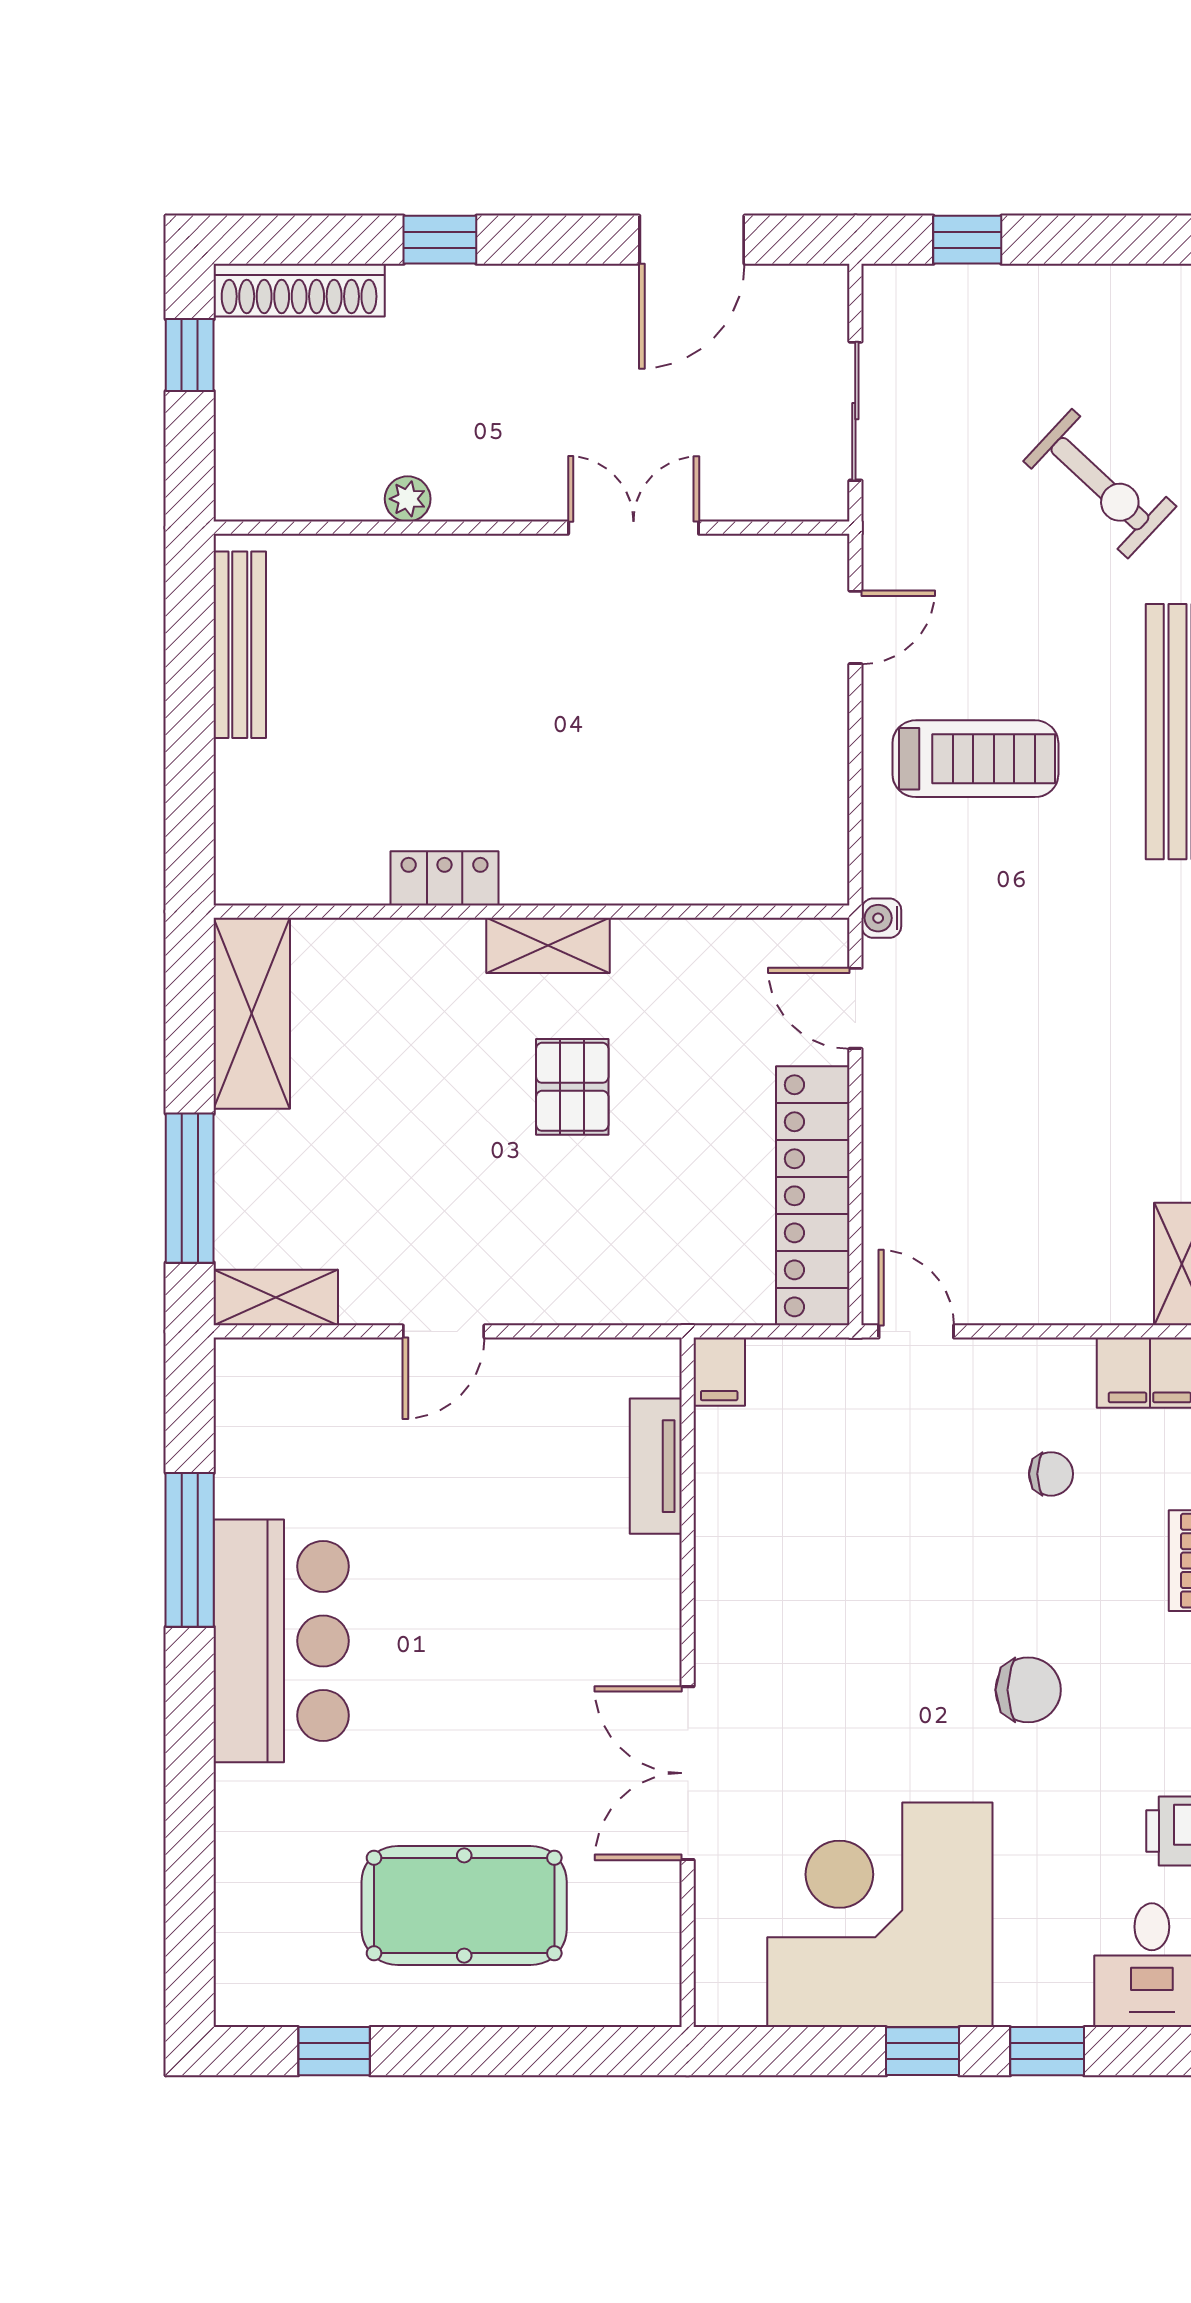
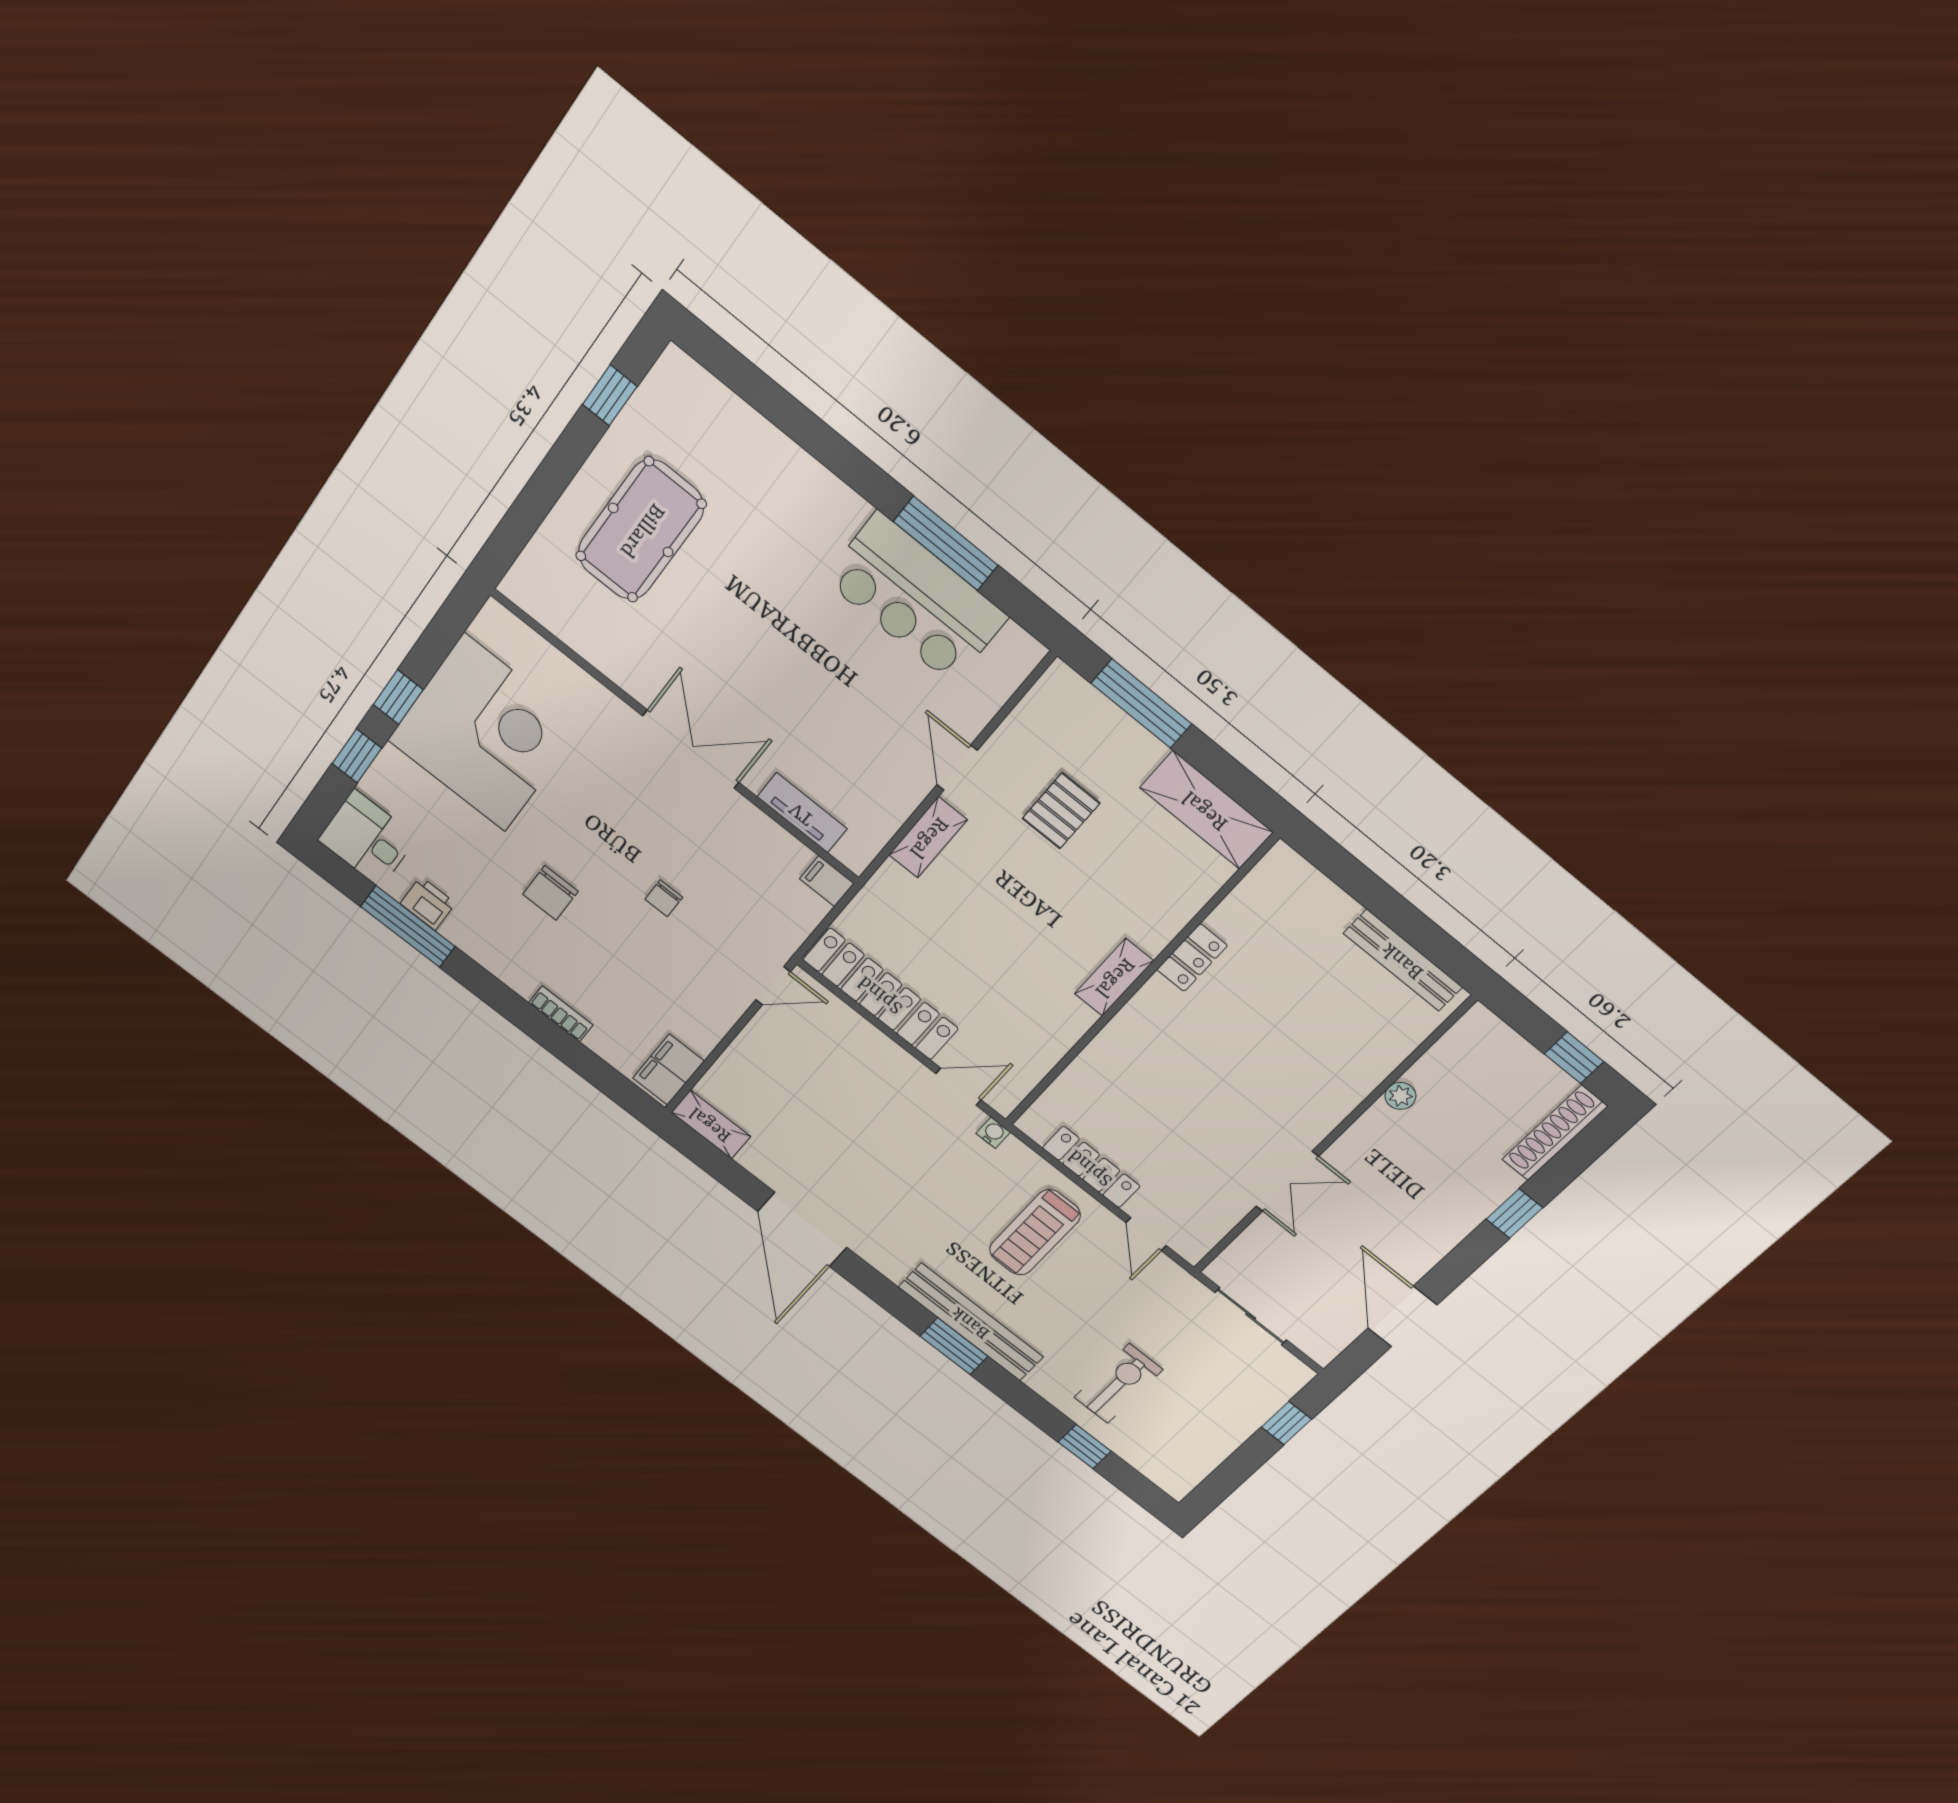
exercise bike: (1100, 484) -> (1118, 1383), turned 137
locker: (822, 766) -> (1091, 1167), added
pallet: (572, 1087) -> (1061, 811), moved, turned 90
shelving: (276, 1297) -> (928, 837), moved
chair: (1051, 1474) -> (664, 898), moved
bar counter: (281, 1641) -> (916, 598), moved
double door: (688, 1773) -> (691, 749), moved

